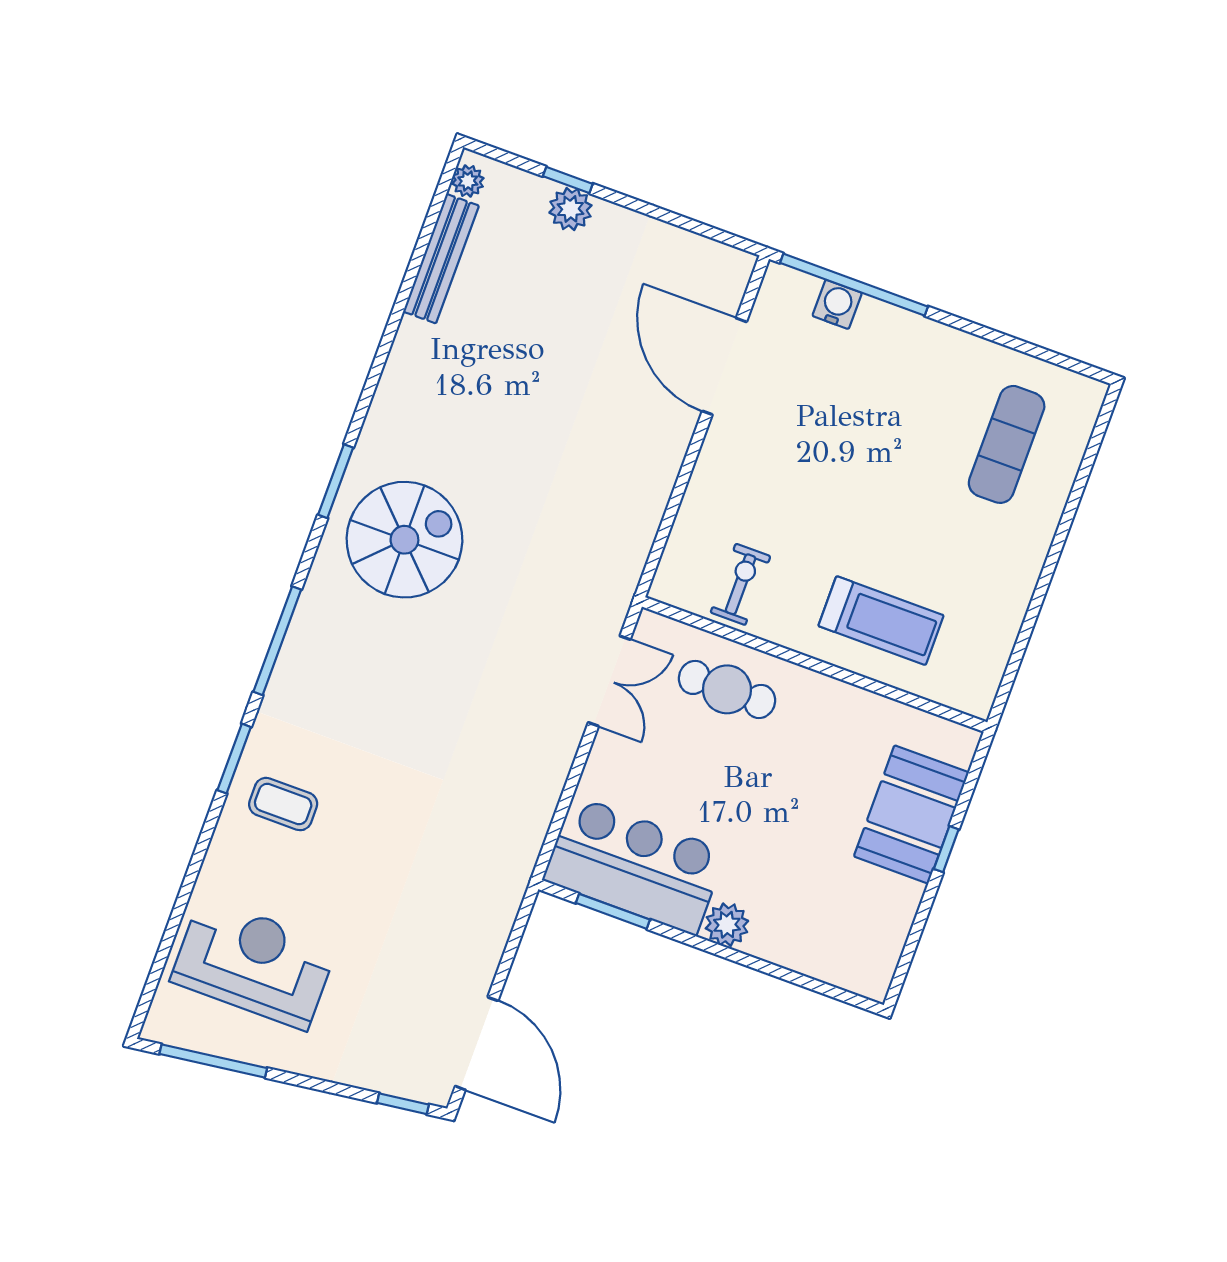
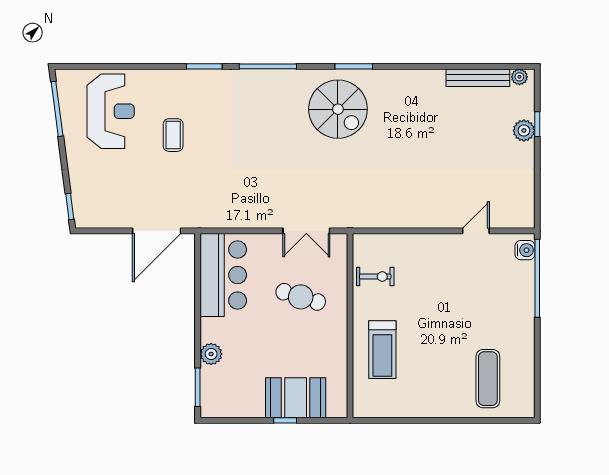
water cooler: (837, 304) -> (525, 250), moved
door: (724, 366) -> (476, 231), width x0.53
exercise mat: (1007, 444) -> (488, 379), turned 90
cafe table: (727, 689) -> (301, 297), moved, turned -73
coffee table: (283, 804) -> (173, 135), moved
window: (613, 911) -> (198, 387), moved
plant: (727, 925) -> (211, 354), moved
door: (477, 1043) -> (157, 231), moved

